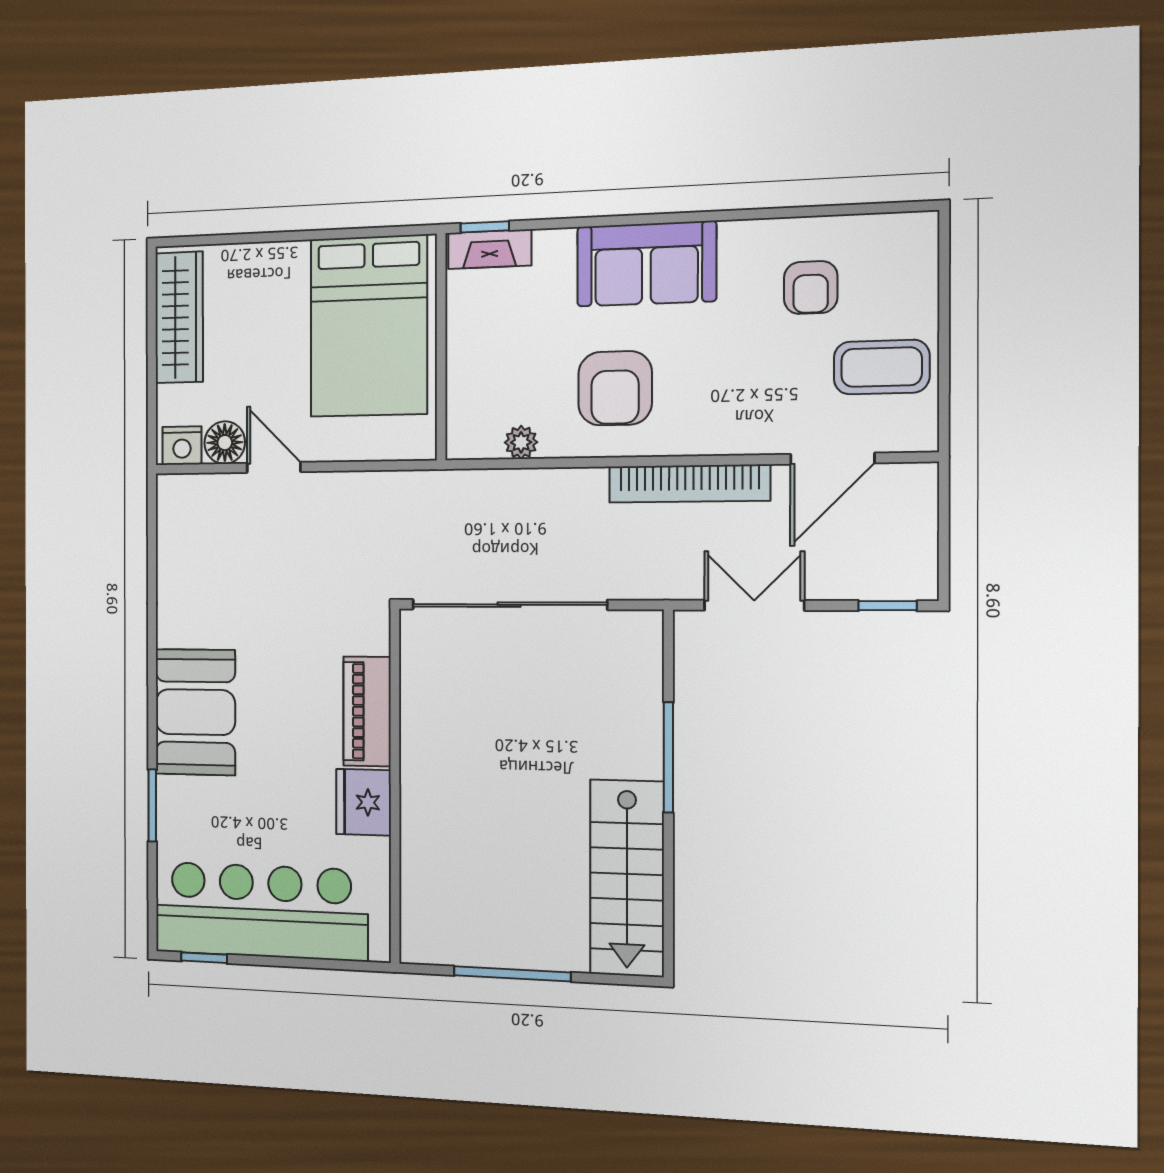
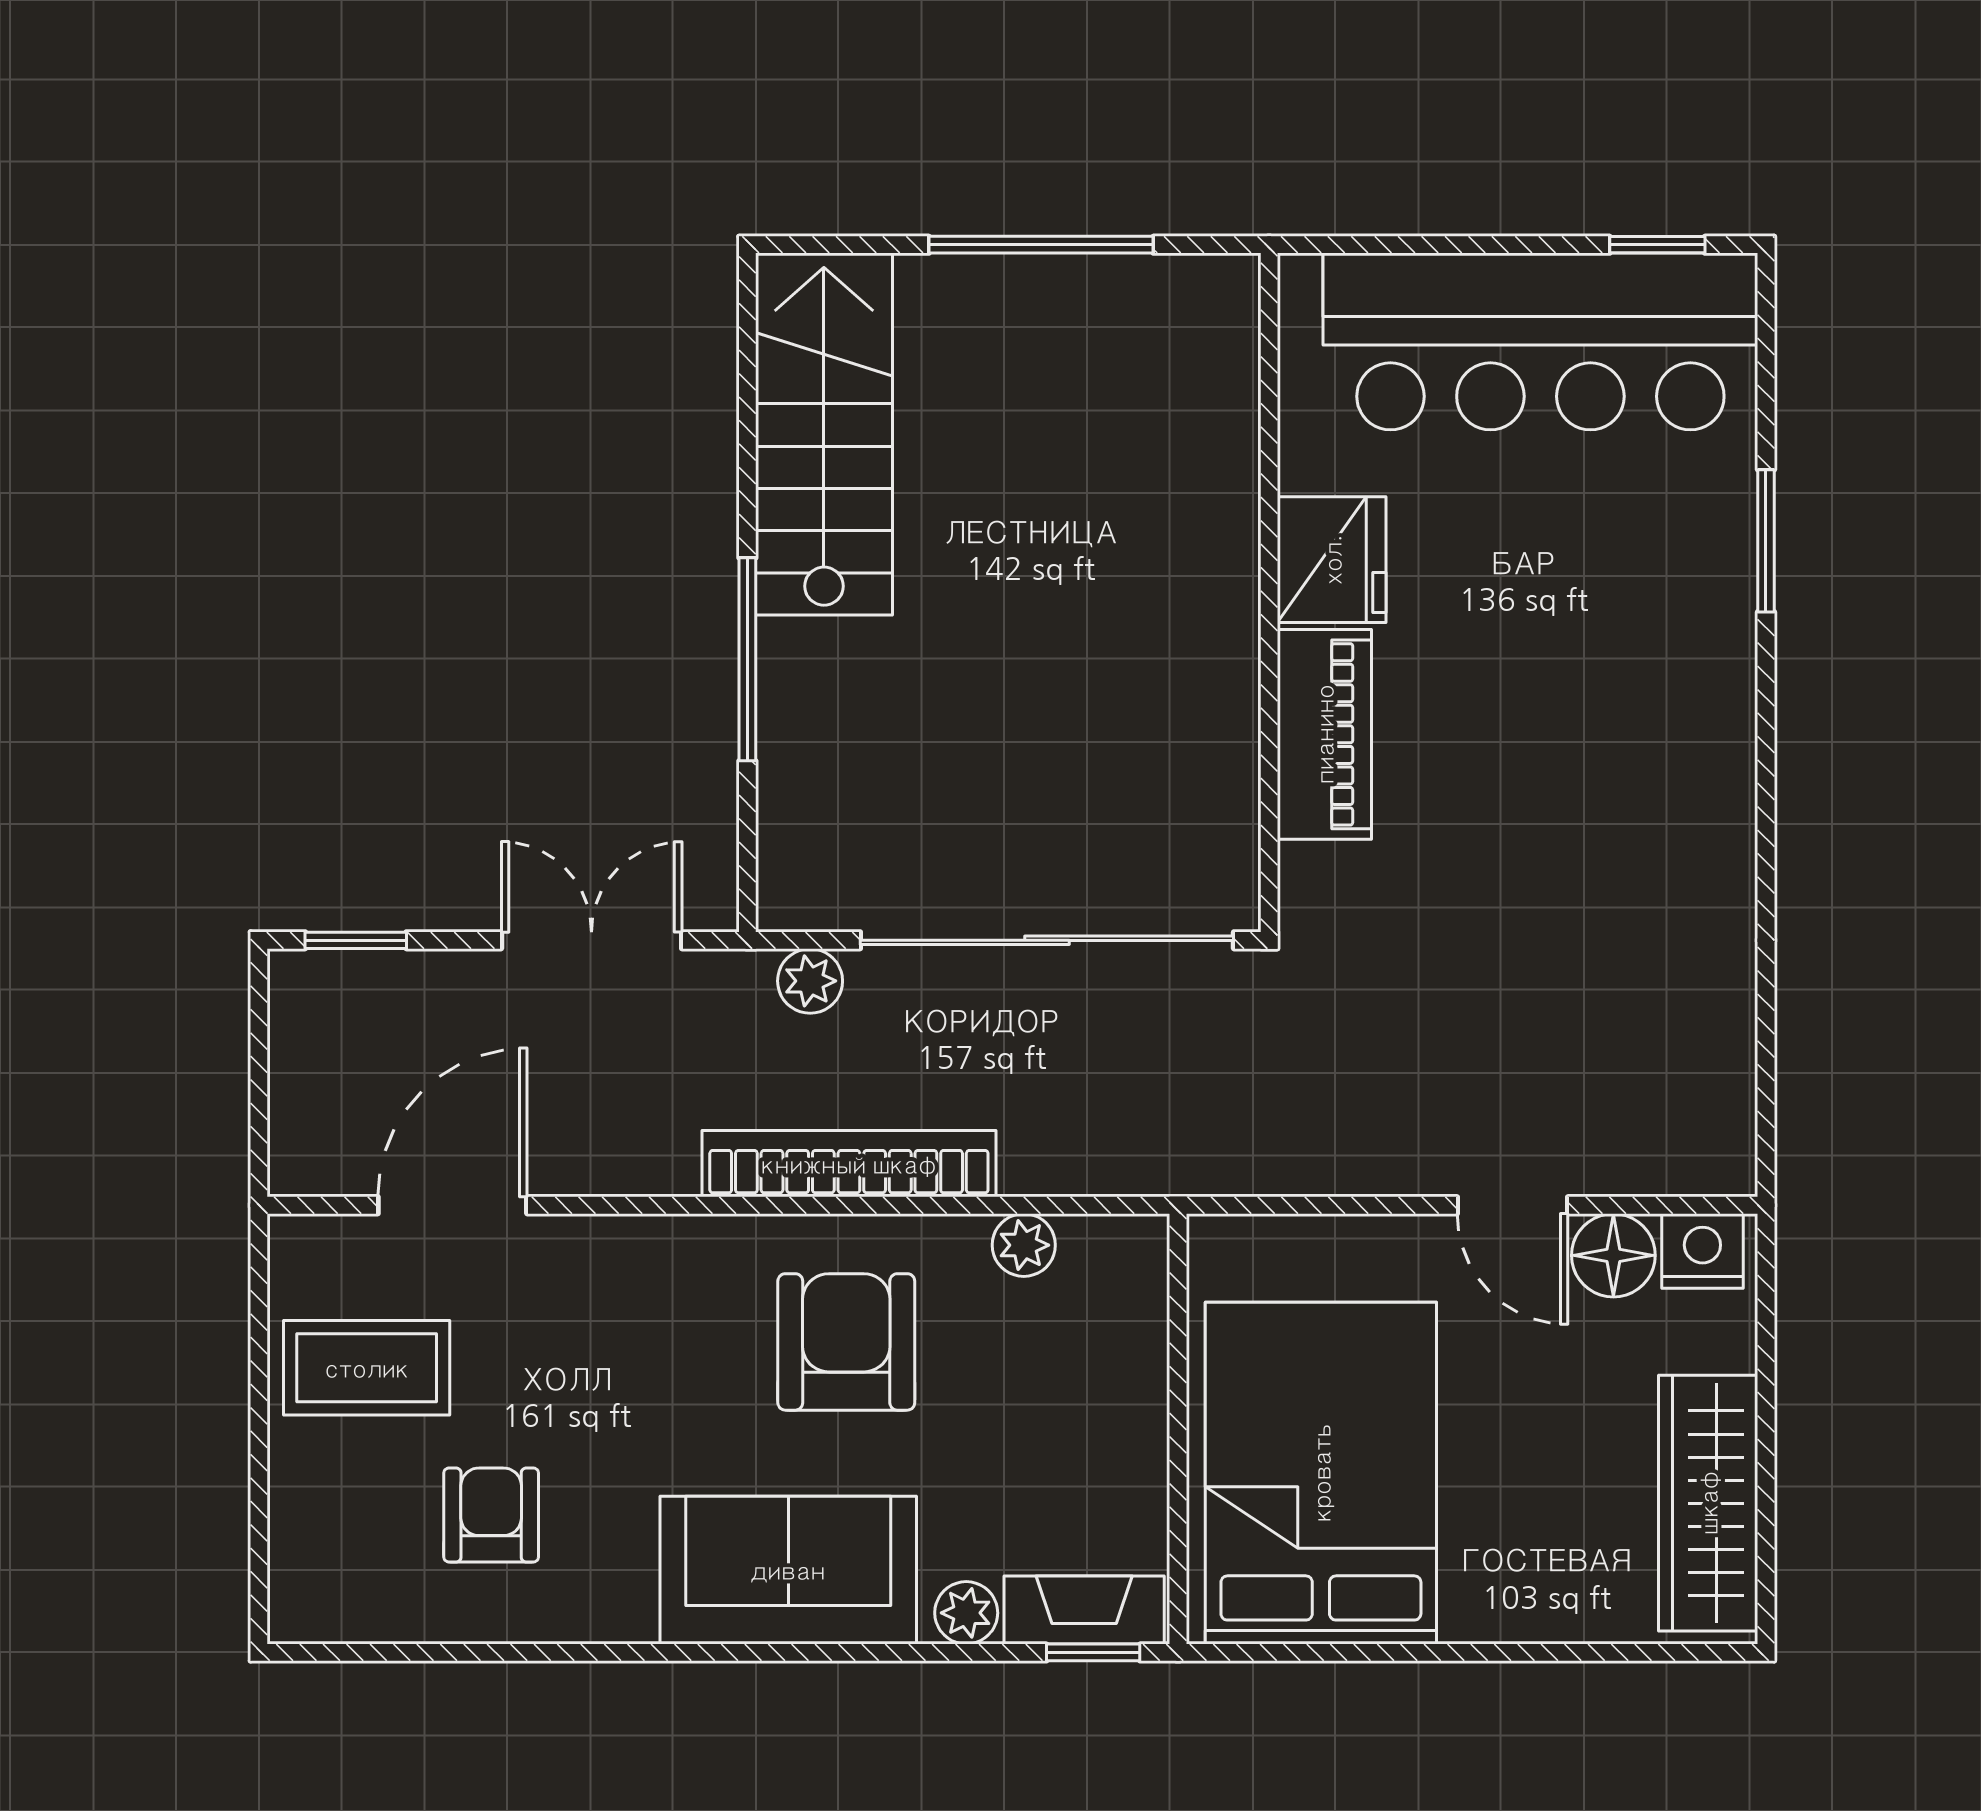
plant: (551, 245) -> (966, 1613), added
bookcase: (689, 484) -> (849, 1164), moved
plant: (635, 583) -> (810, 981), added
double door: (754, 605) -> (592, 940), swing flipped
booth: (195, 712) -> (1675, 727), removed

